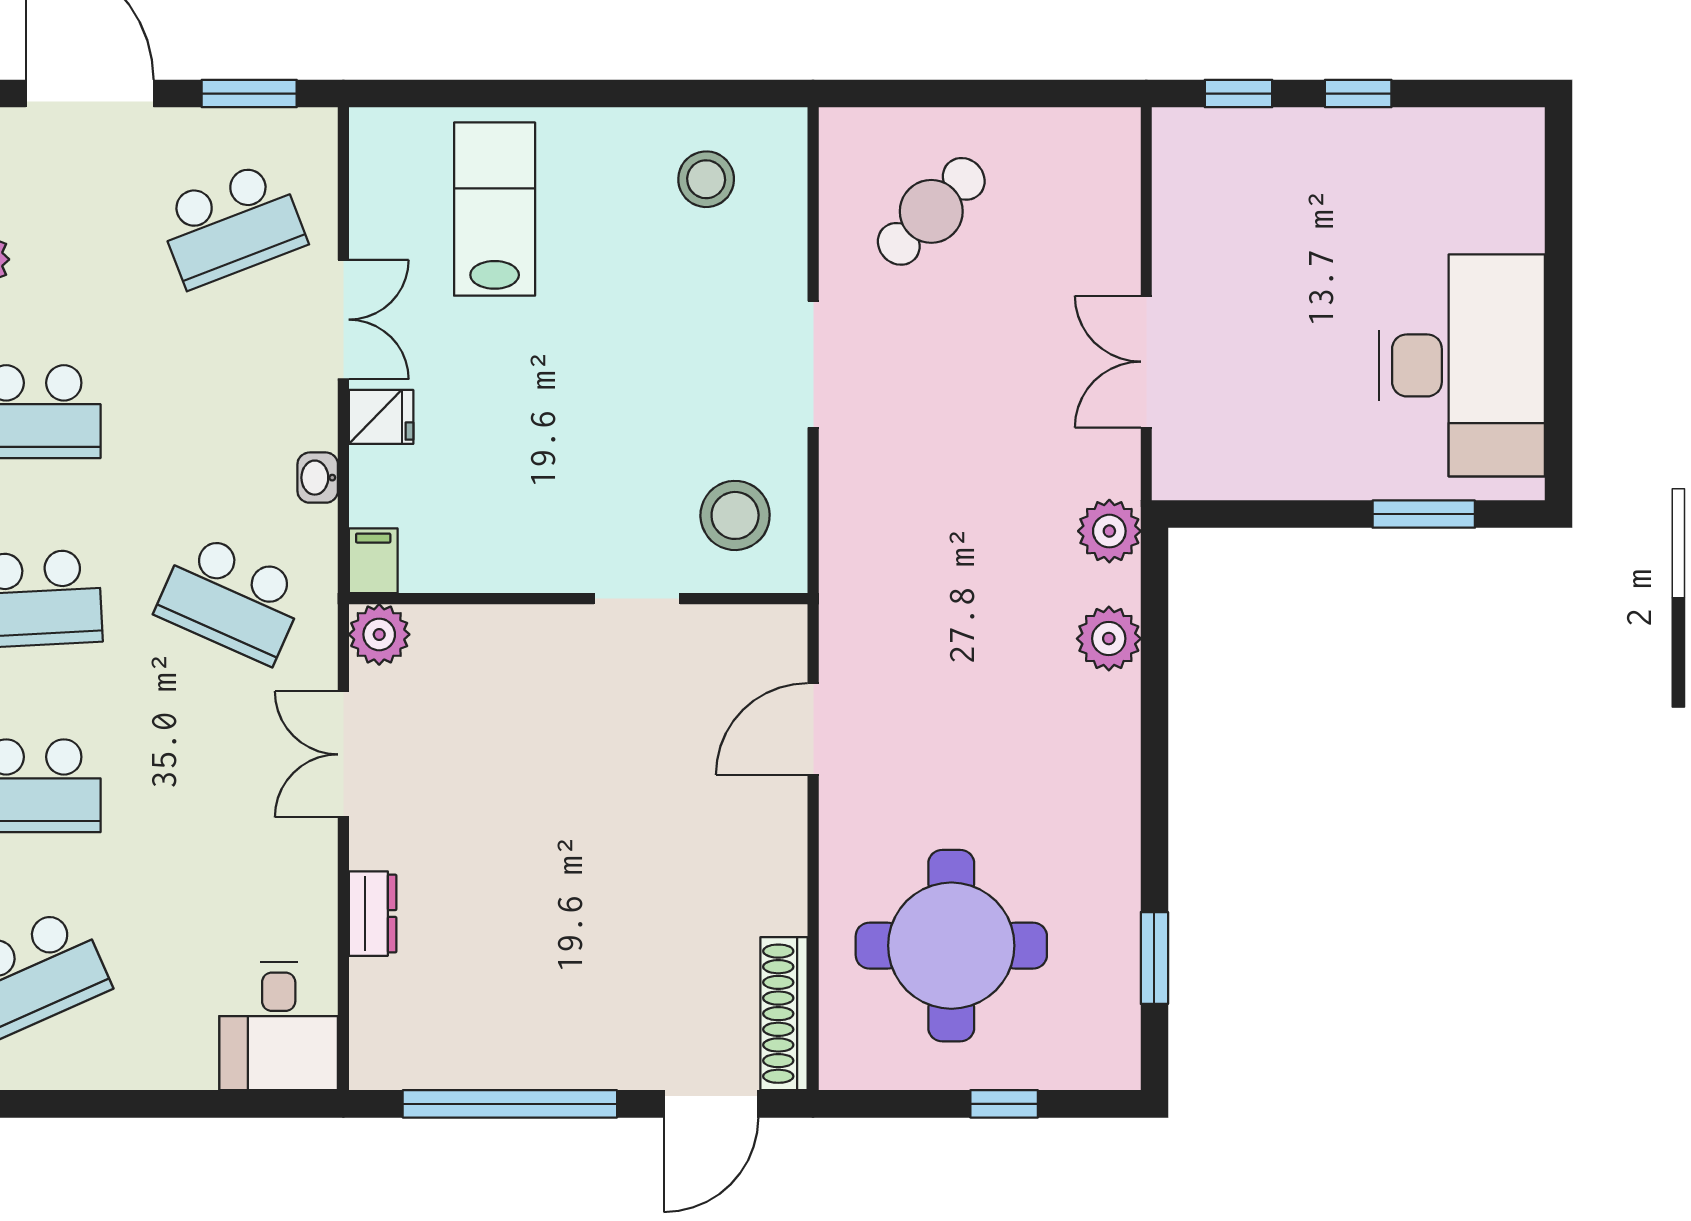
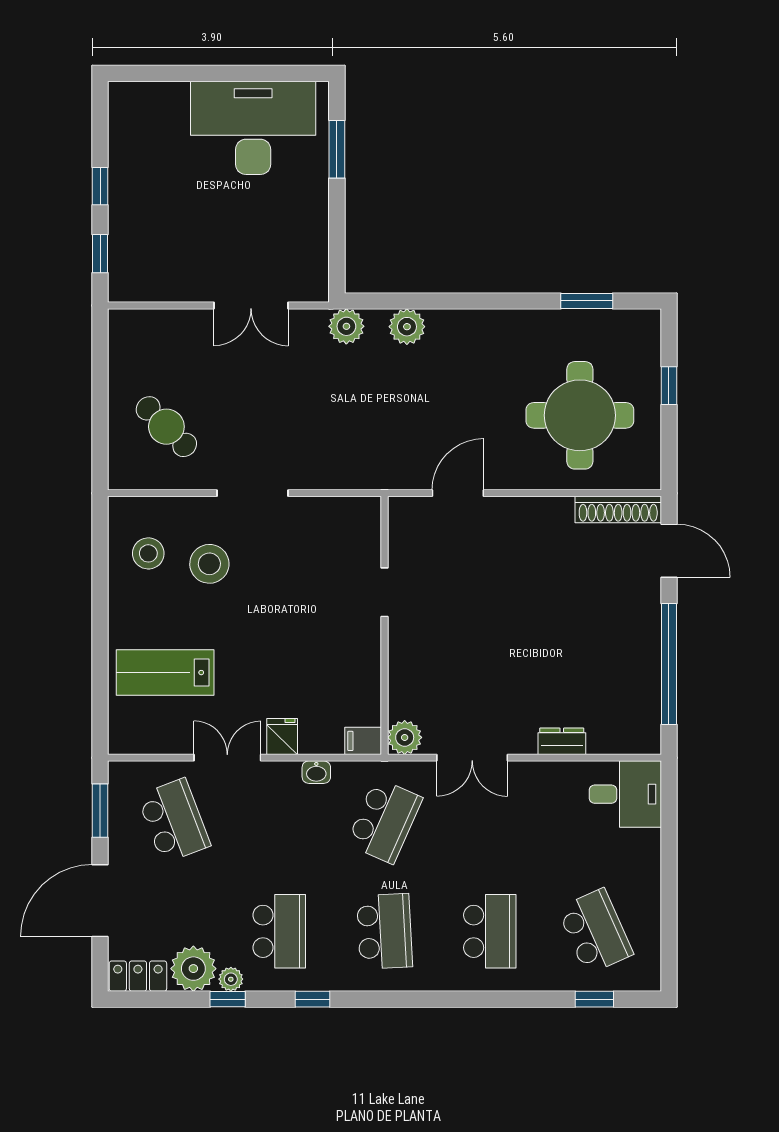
stool: (735, 515) -> (209, 564), moved
door: (813, 729) -> (458, 493), swing flipped

